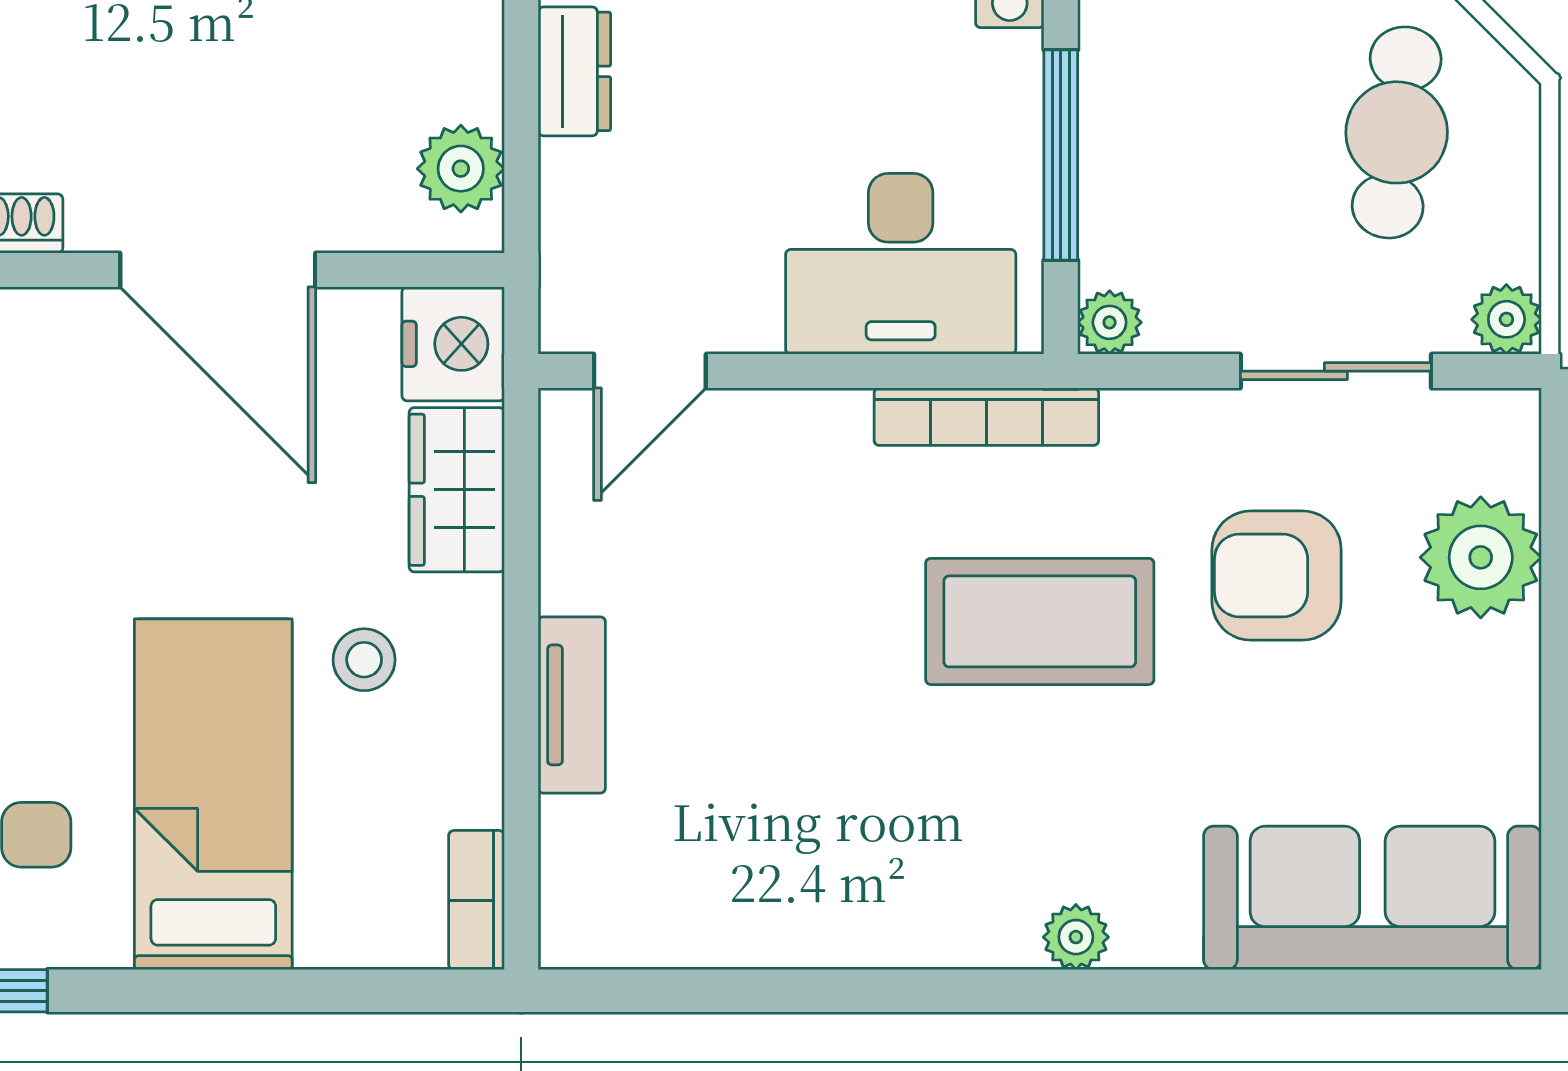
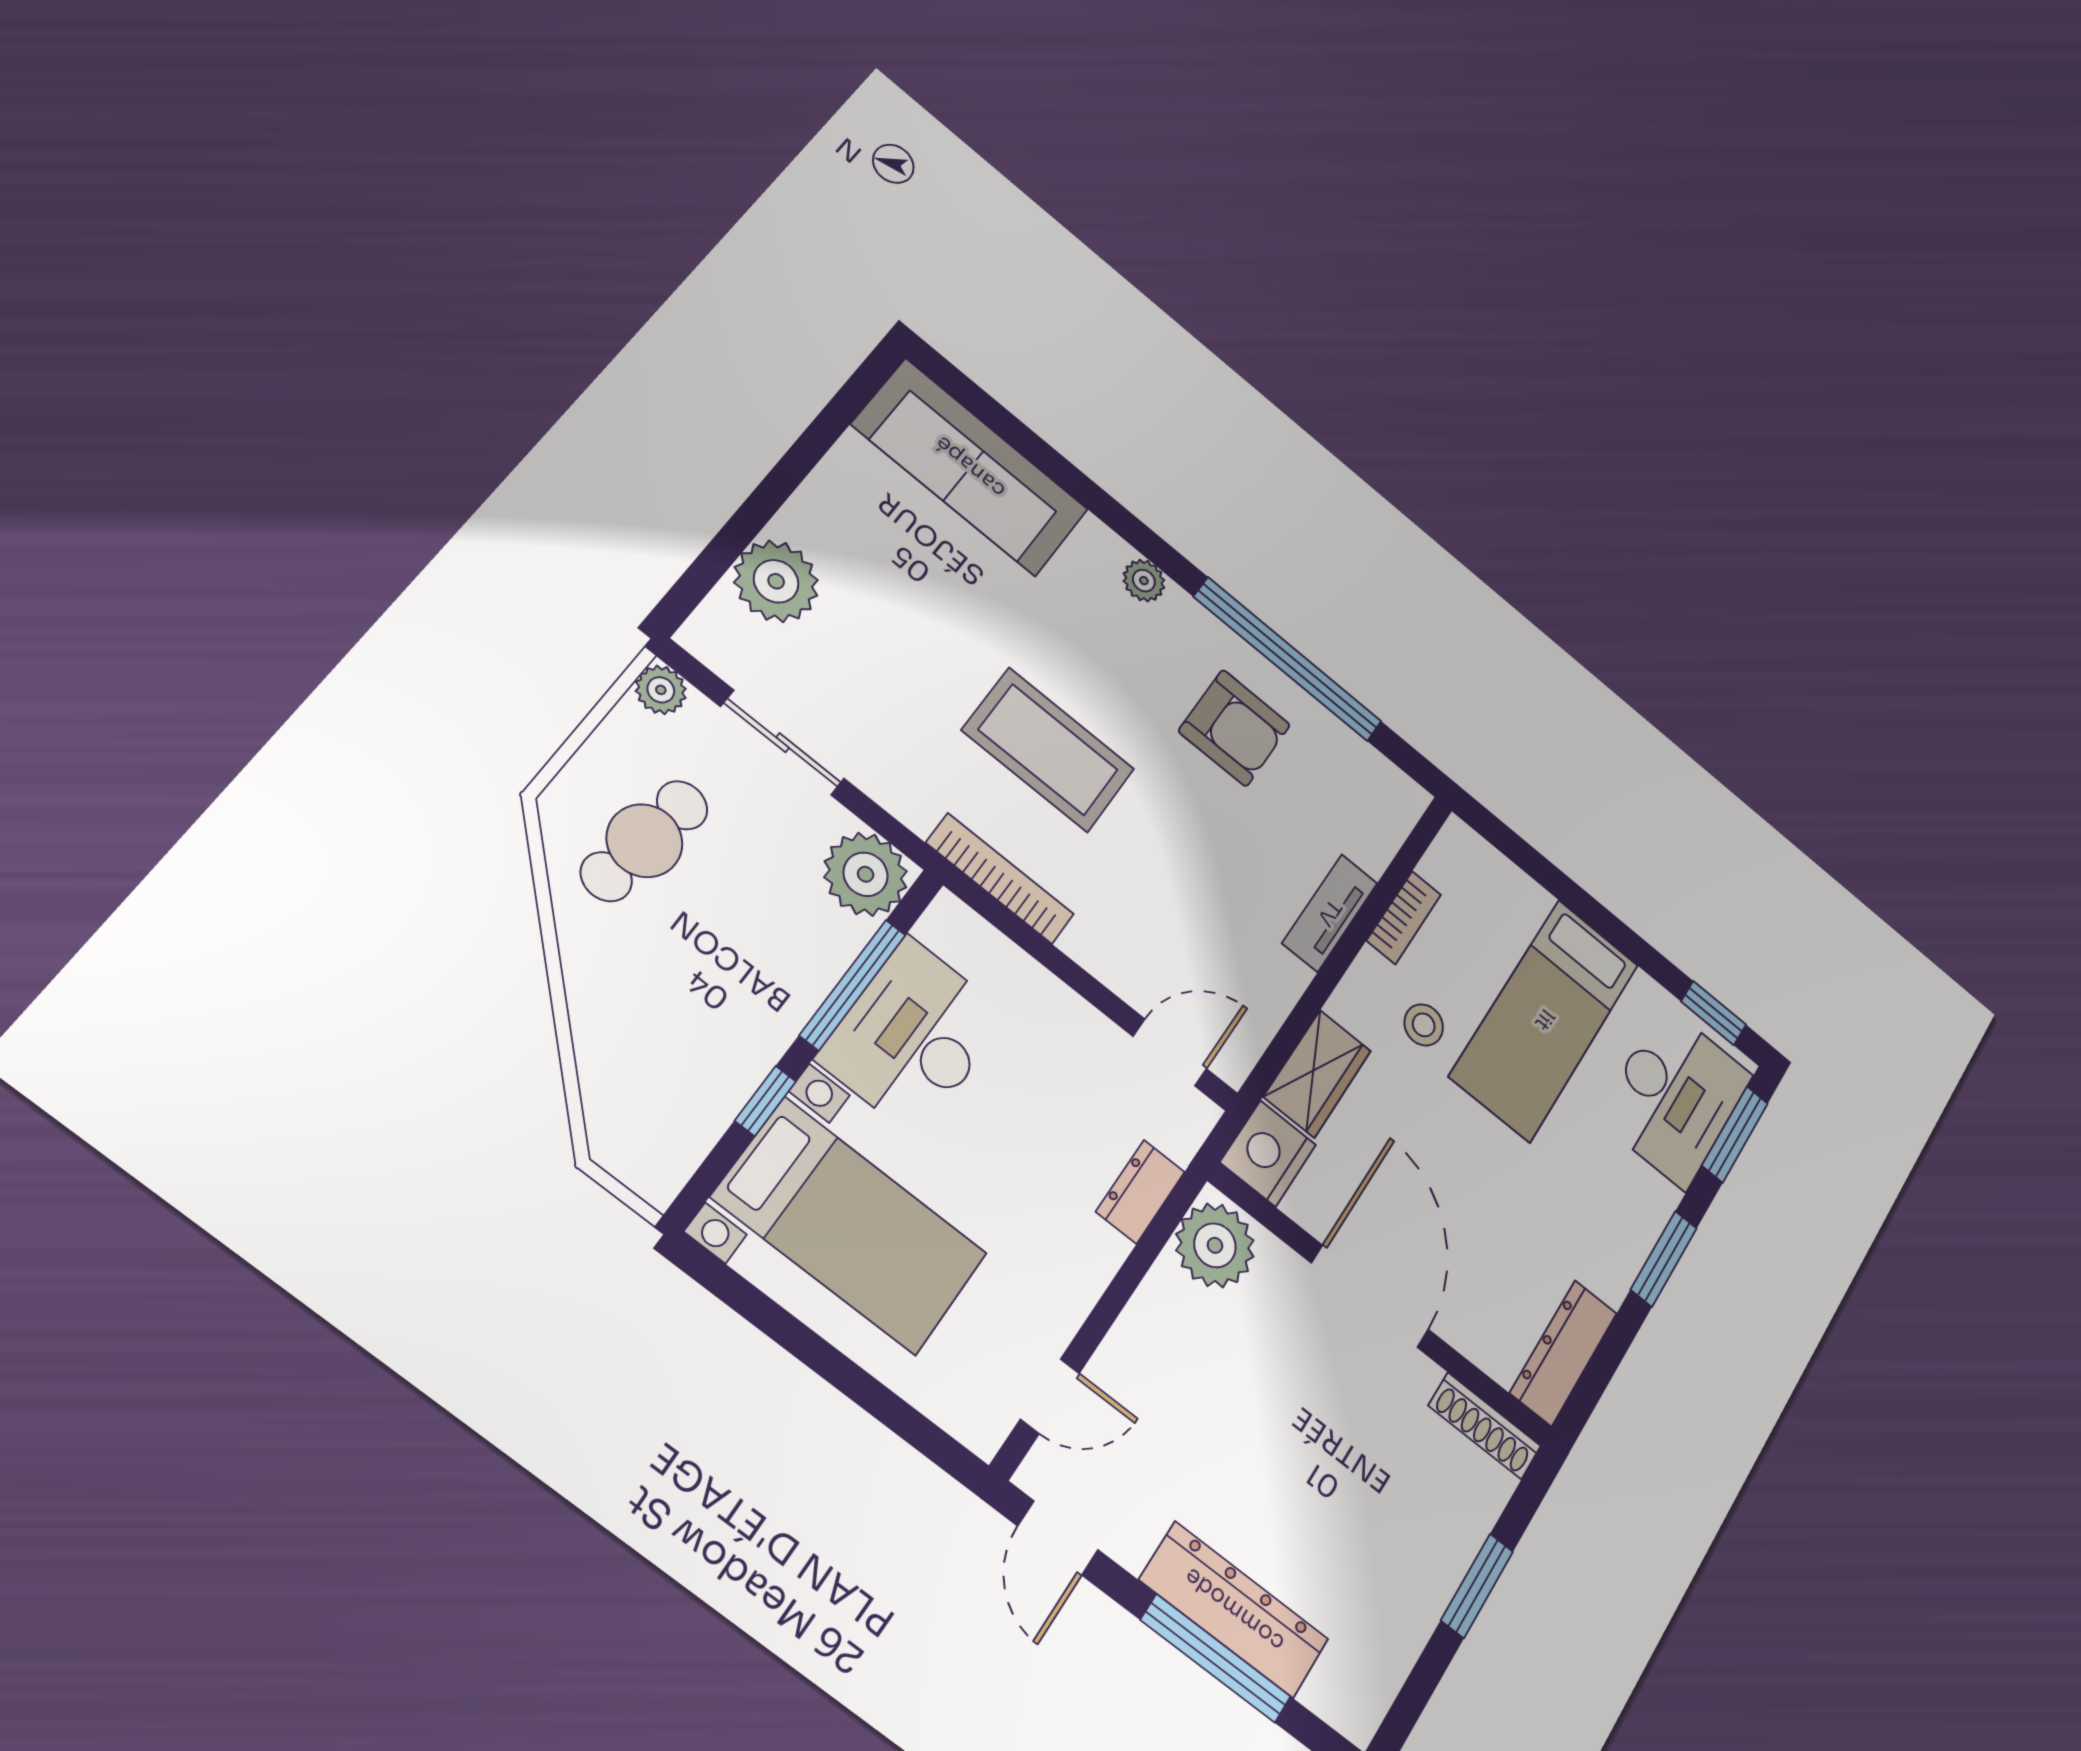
dresser: (574, 71) -> (1140, 1192), moved
plant: (461, 169) -> (1215, 1245), width x1.36, depth x1.36
desk: (901, 264) -> (913, 1037), moved, turned -90
plant: (1110, 322) -> (866, 874), width x1.88, depth x1.88
armchair: (1277, 576) -> (1234, 728), moved
bookcase: (476, 900) -> (1404, 918), moved
window: (837, 991) -> (1288, 659), added

